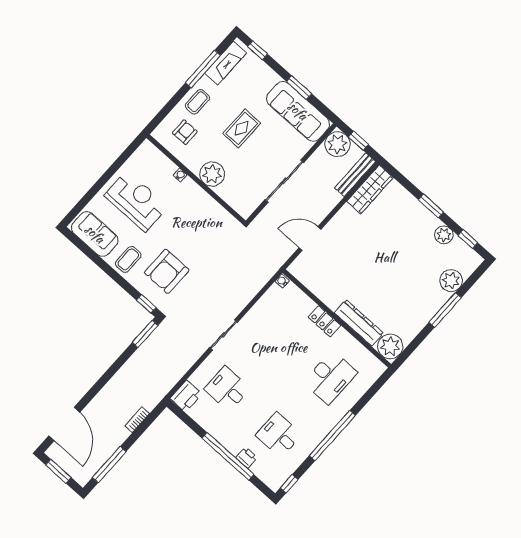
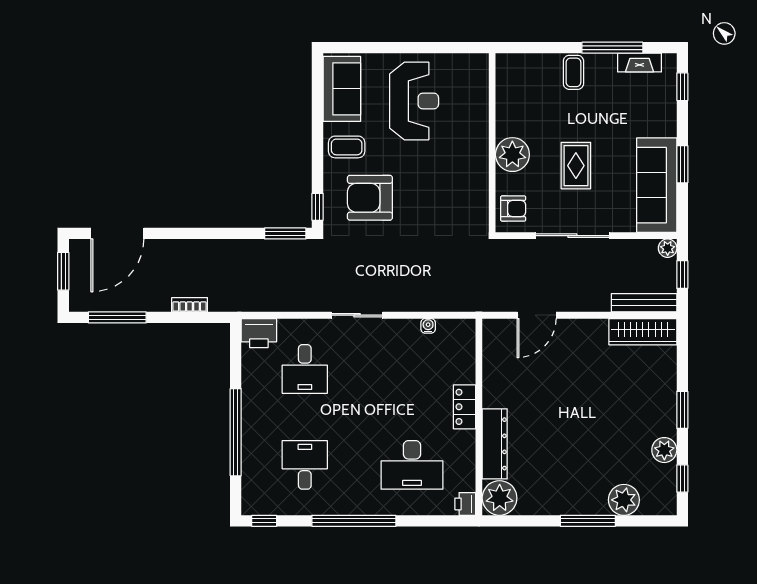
fireplace: (226, 63) -> (640, 63), width x0.73, depth x0.76
coffee table: (197, 102) -> (573, 72), turned 90
rug: (242, 128) -> (576, 166), moved, turned 90
armchair: (185, 132) -> (513, 209), moved
plant: (338, 144) -> (668, 248), width x0.53, depth x0.53
water cooler: (180, 175) -> (482, 122), removed
door: (310, 239) -> (537, 315), swing flipped
water cooler: (282, 281) -> (428, 326), moved
desk: (227, 389) -> (305, 369), turned 180
printer: (247, 458) -> (465, 504), moved, turned 180

